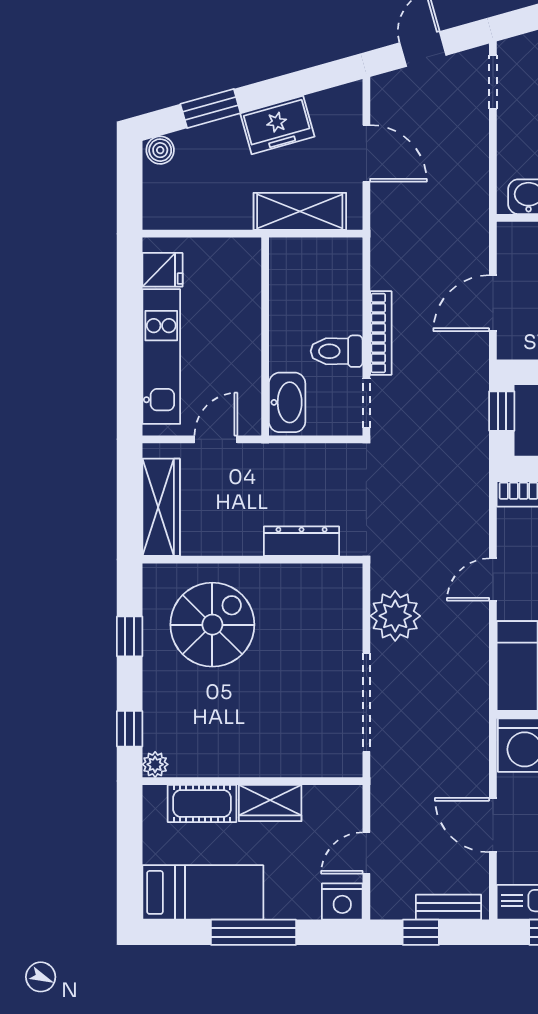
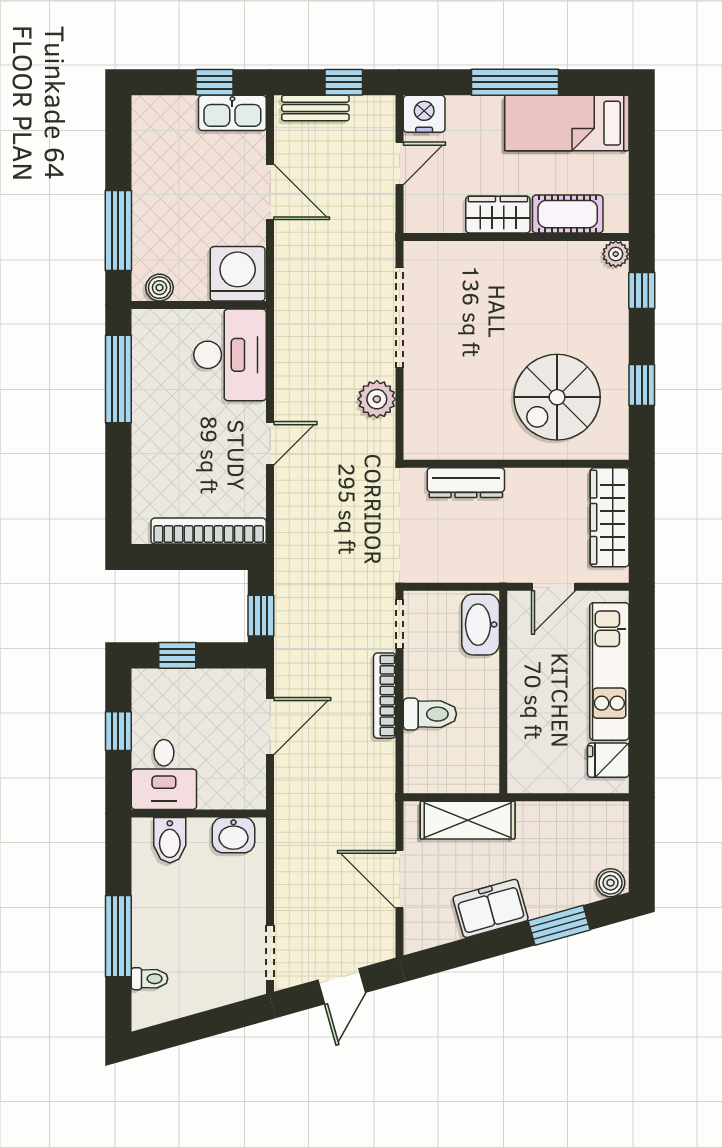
toilet: (337, 351) -> (430, 714), moved
plant: (395, 616) -> (377, 399), width x0.73, depth x0.73

